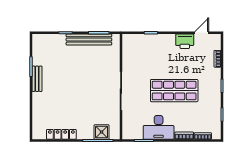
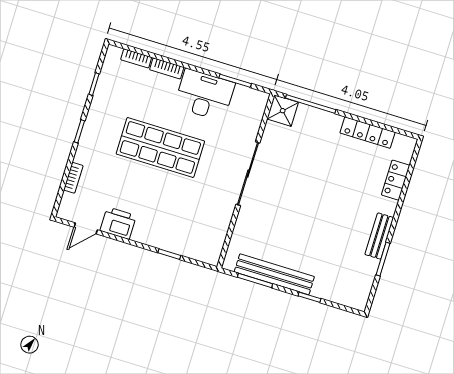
locker: (38, 113) -> (396, 180), added
shower: (102, 132) -> (283, 111), moved

